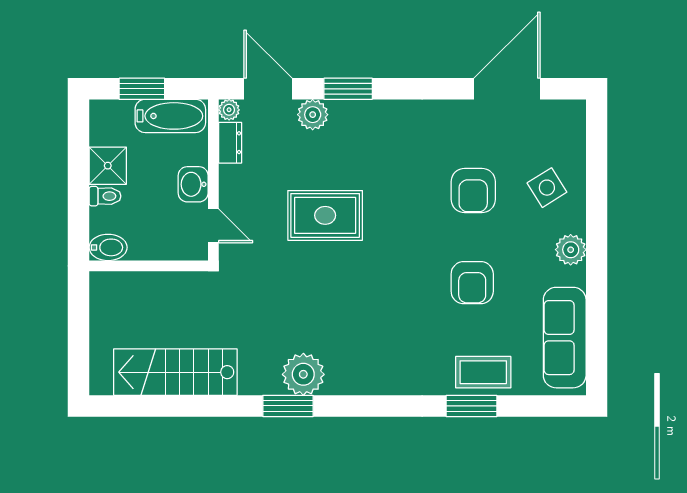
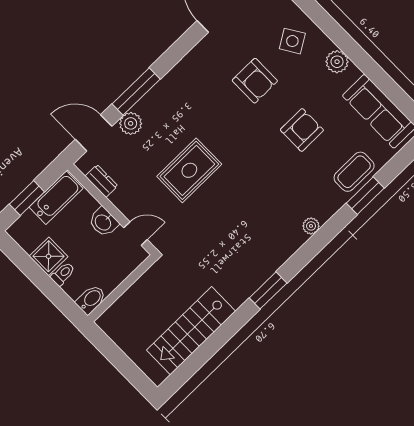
window: (348, 89) -> (136, 91), width x1.44
plant: (229, 110) -> (84, 164), removed
armchair: (472, 283) -> (302, 130), turned -90
plant: (303, 374) -> (311, 226), moved, width x0.53, depth x0.53

